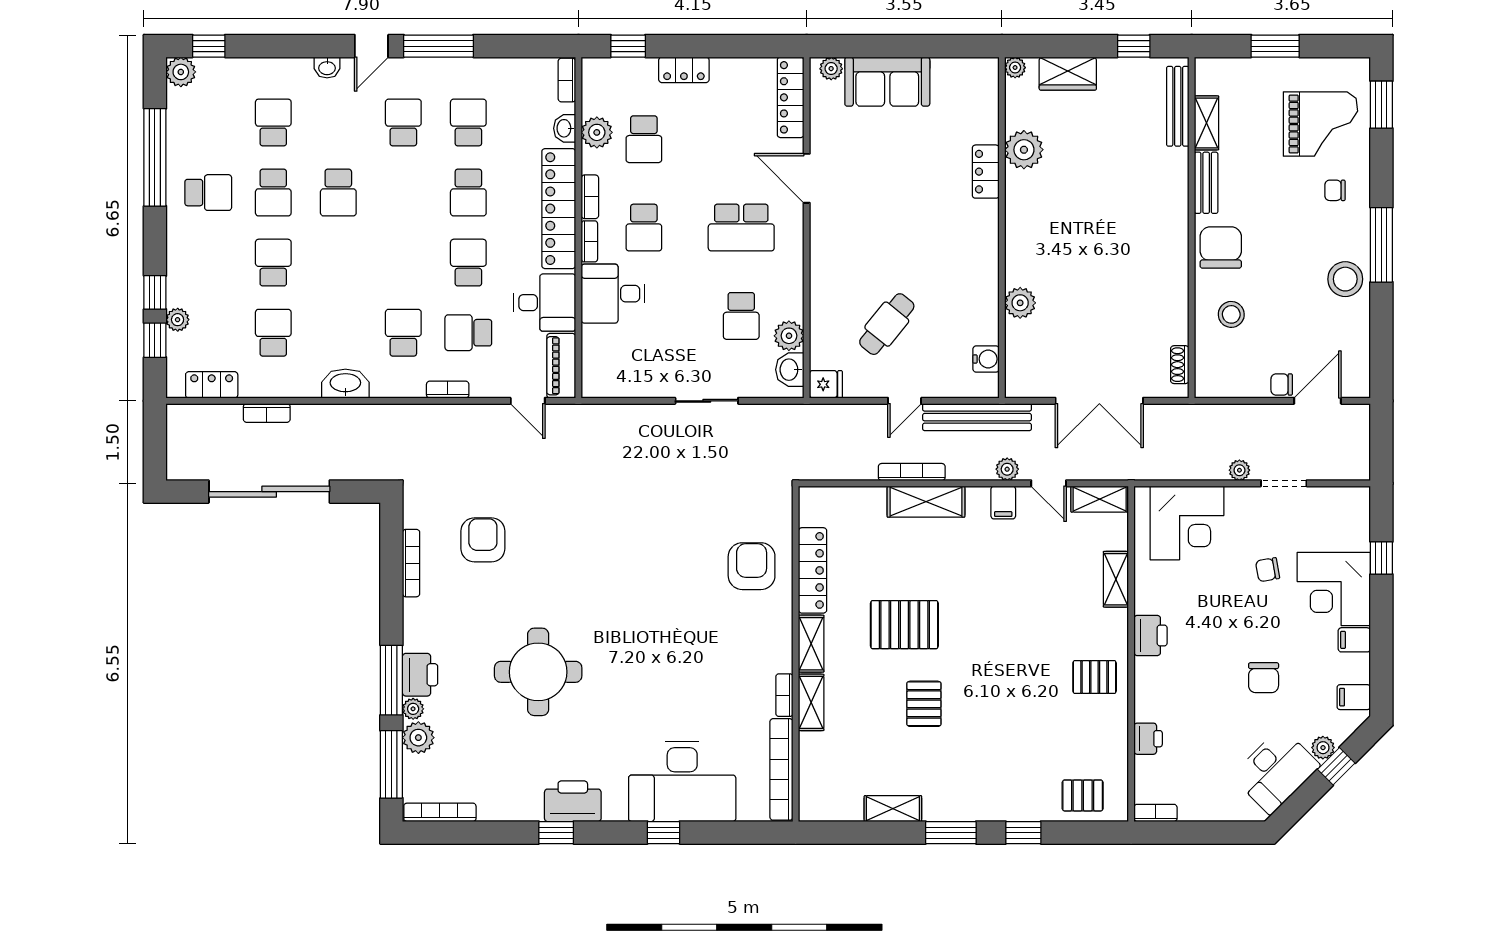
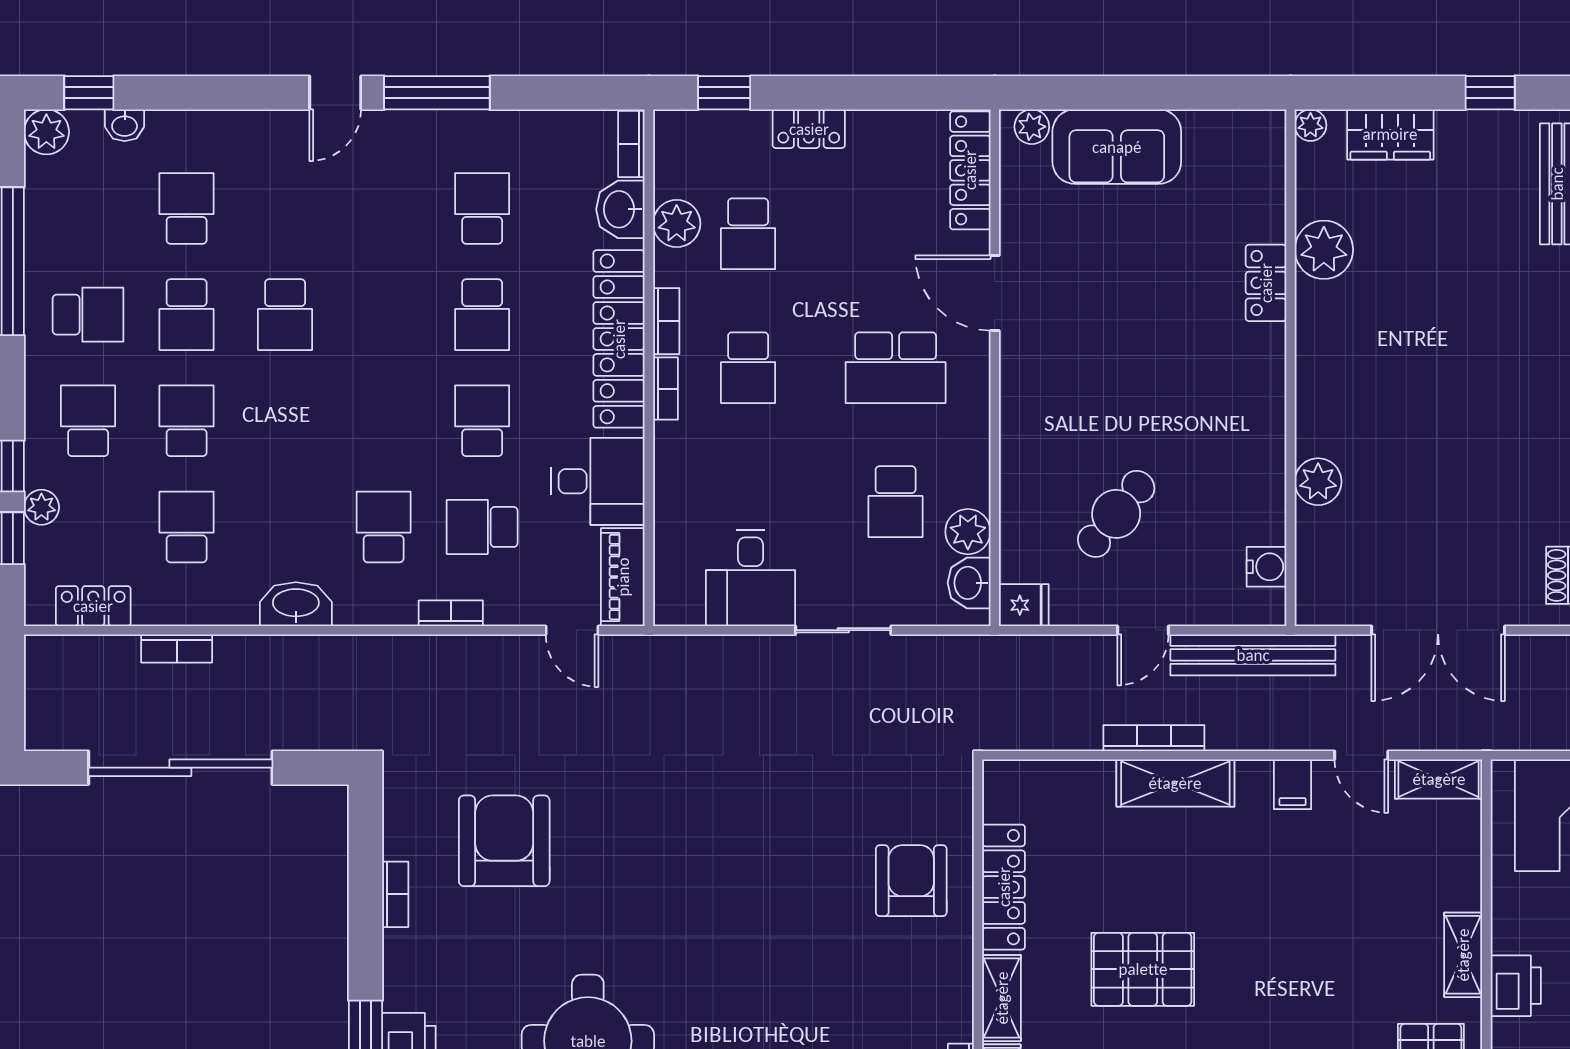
washbasin: (327, 68) -> (125, 125), moved
school desk: (403, 122) -> (88, 421), moved
washbasin: (565, 128) -> (620, 209), width x1.38, depth x1.45
desk: (613, 294) -> (751, 578), moved, turned -90
plant: (1007, 469) -> (1298, 734), removed
armchair: (483, 540) -> (504, 841), width x1.36, depth x1.36
bookcase: (411, 563) -> (395, 894), width x0.64
shelving: (1116, 579) -> (1463, 955), moved

